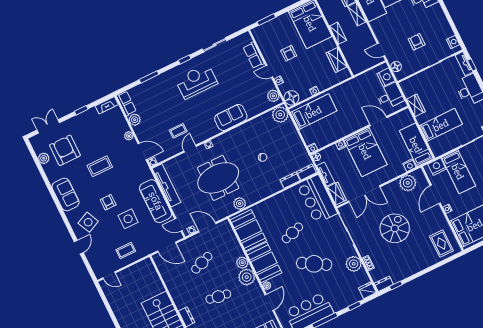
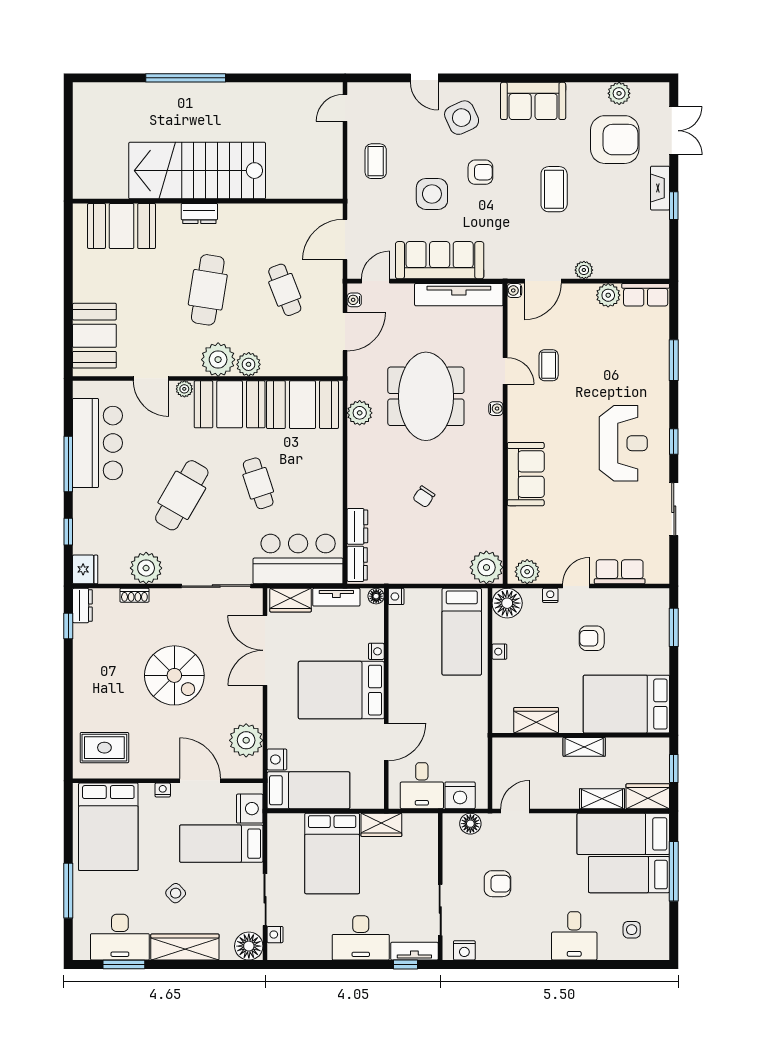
fireplace: (107, 105) -> (660, 188), moved
bed: (441, 125) -> (332, 853), width x1.50
cafe table: (218, 297) -> (208, 290), width x1.37, depth x1.35

